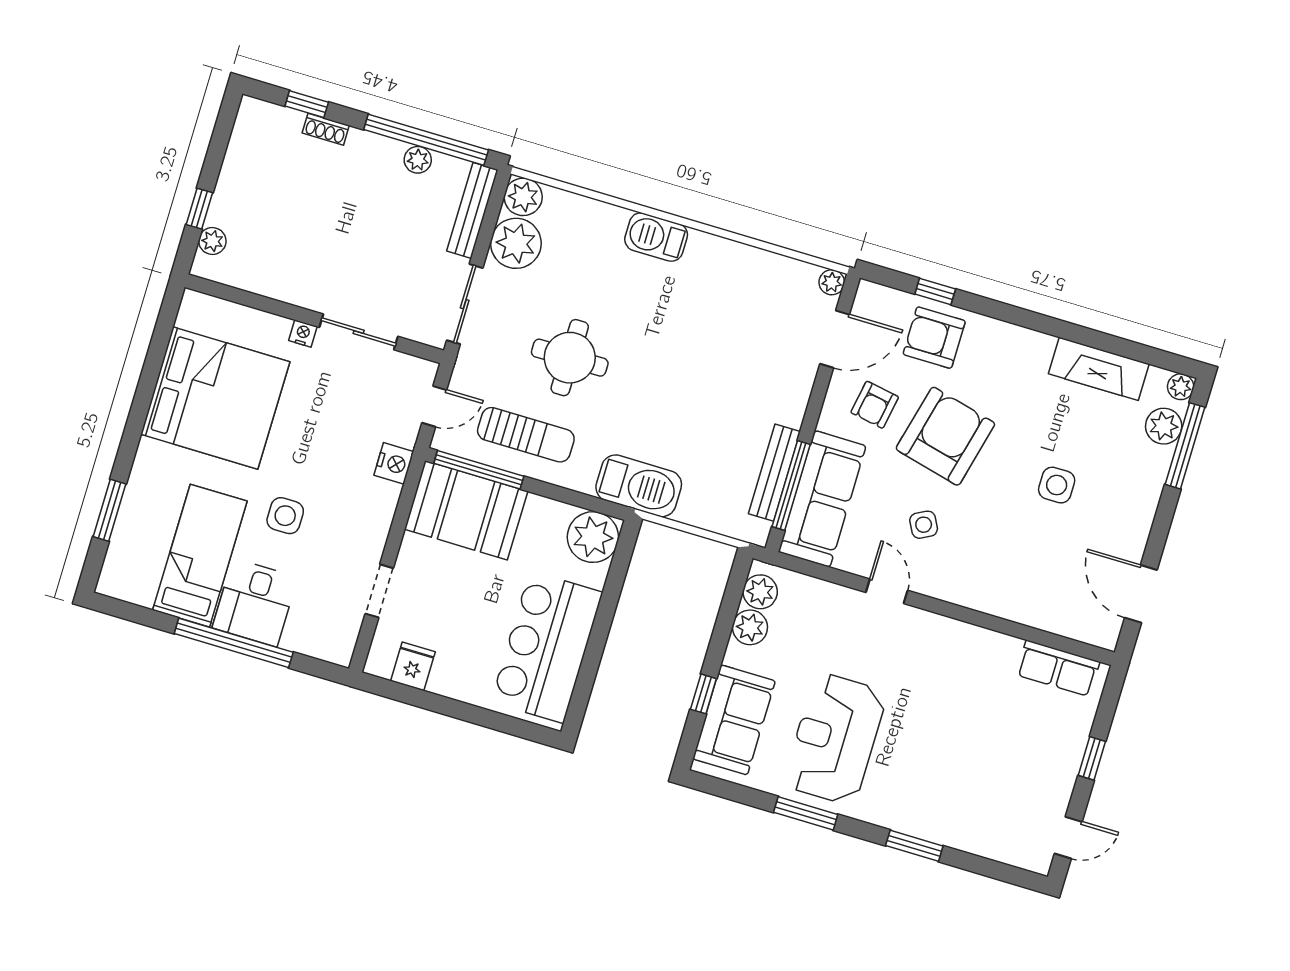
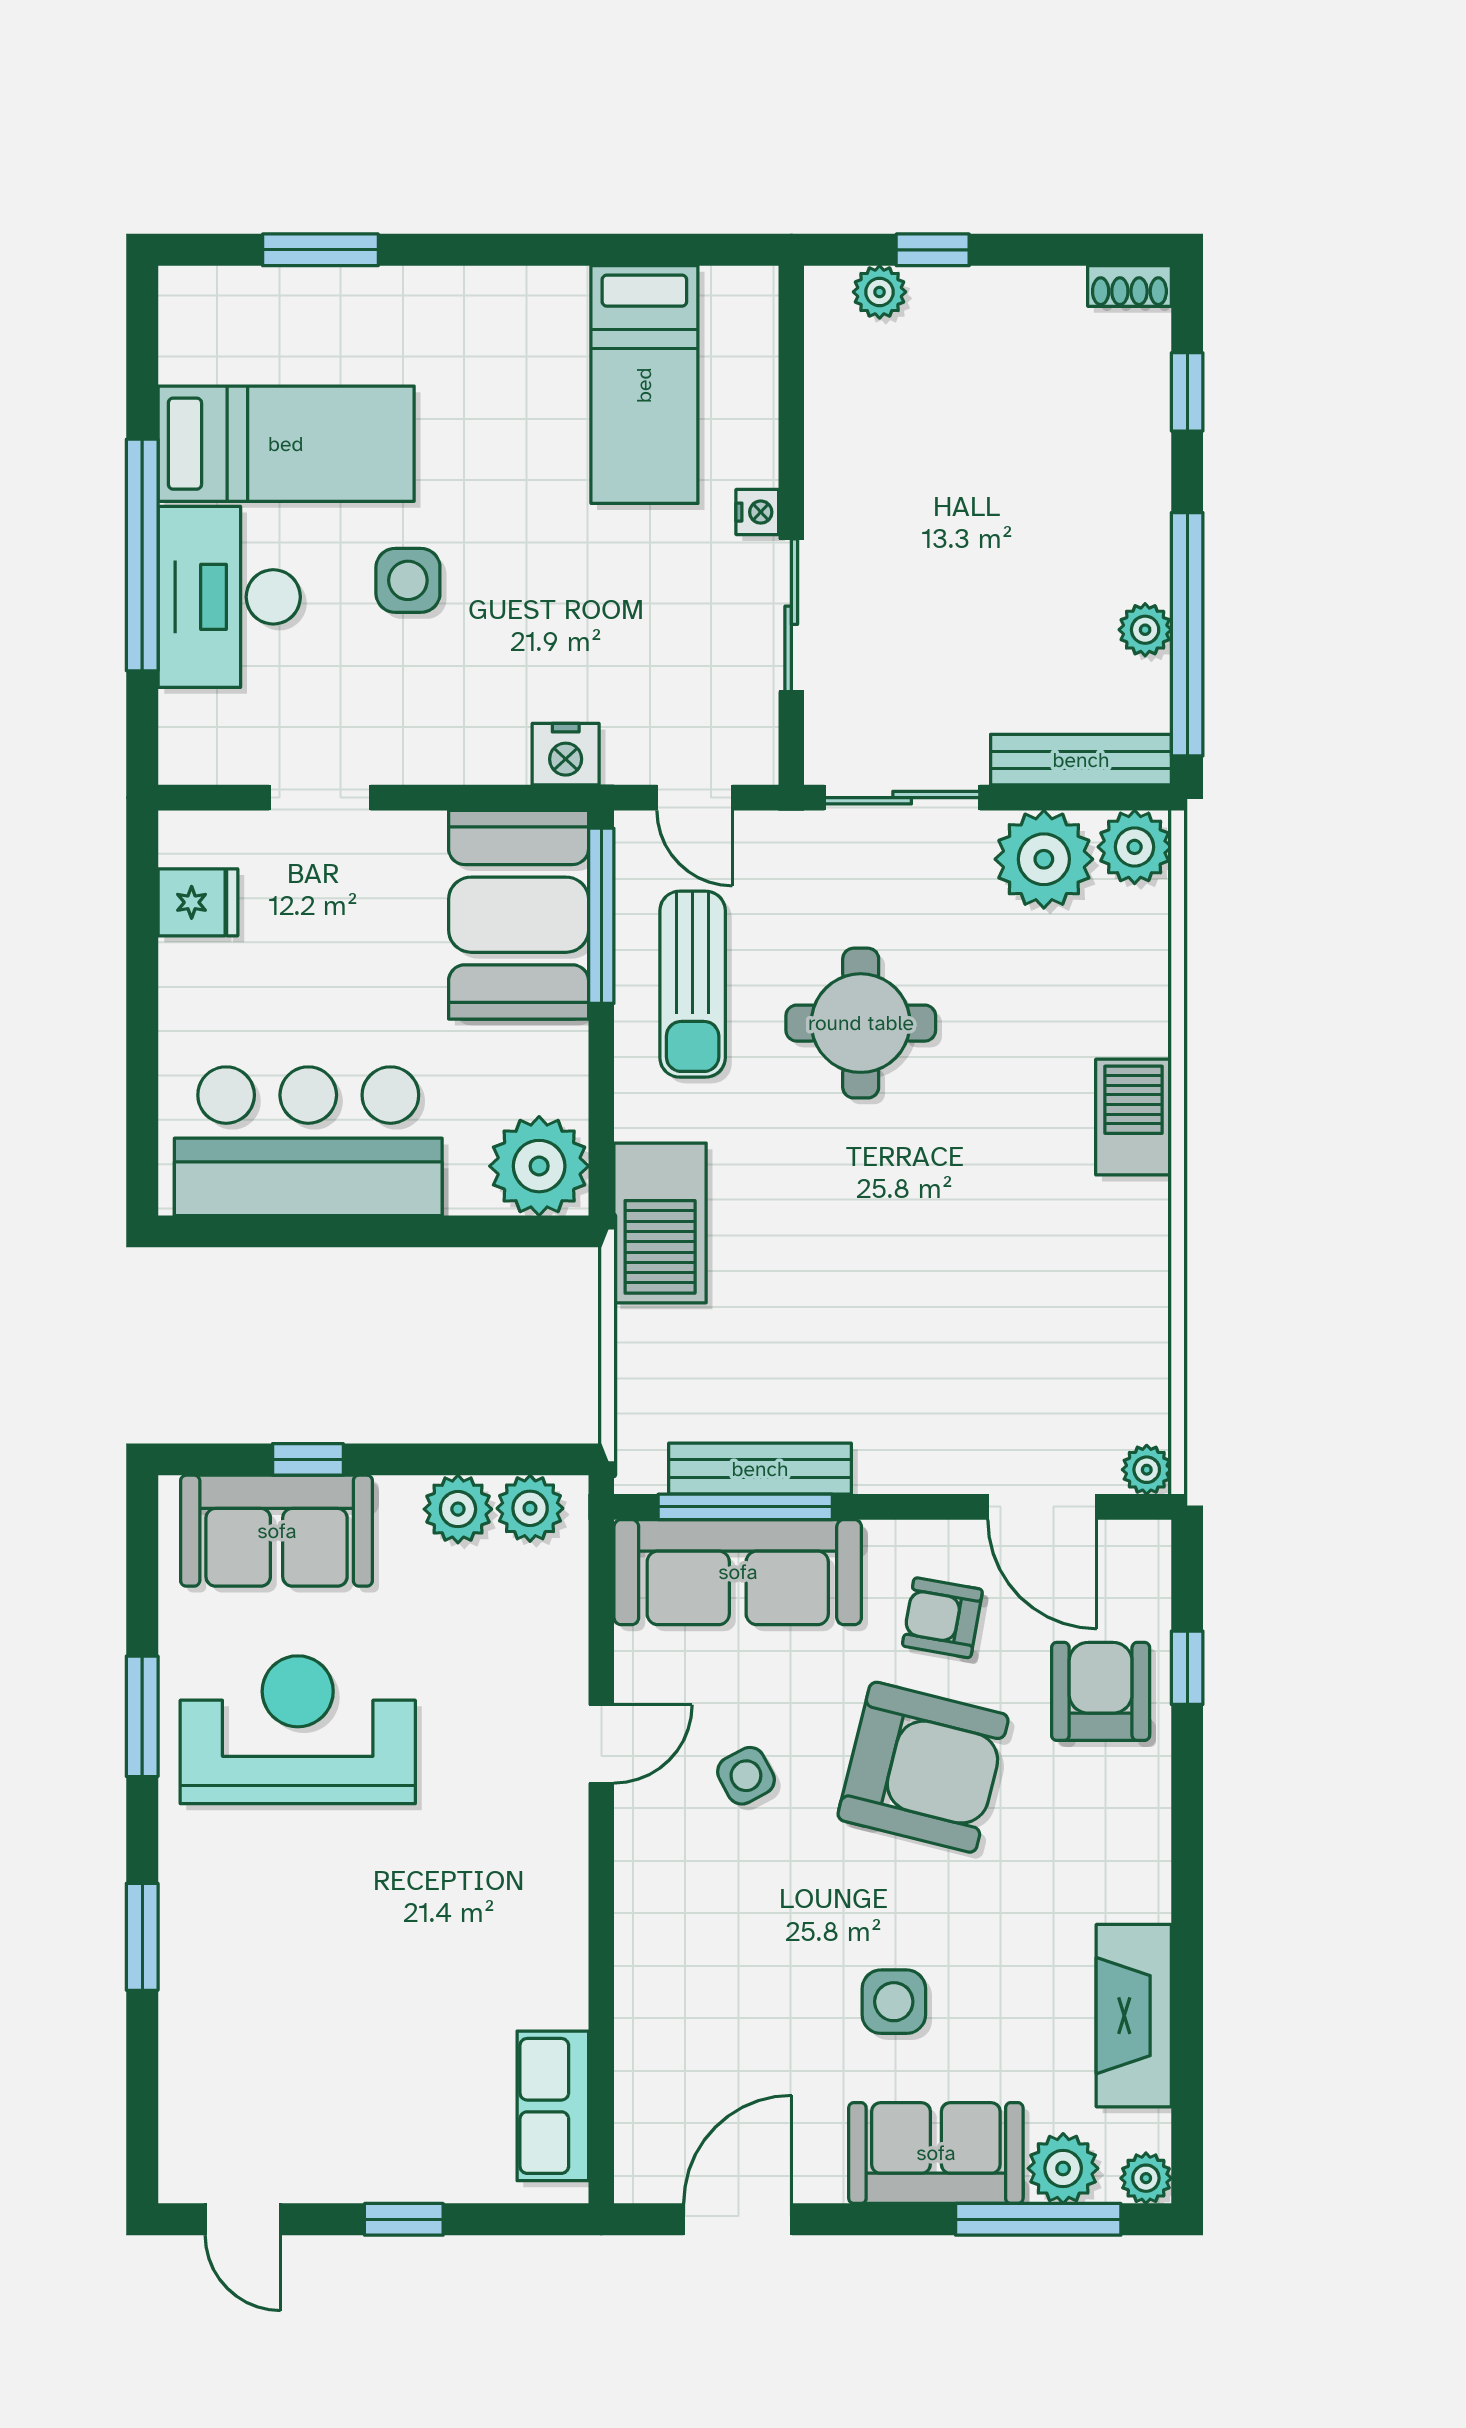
shoe rack: (326, 129) -> (1129, 286), moved, turned -90
bed: (215, 398) -> (644, 385), width x0.49
sofa: (1137, 487) -> (936, 2153), added
desk: (255, 603) -> (229, 597), width x1.37

